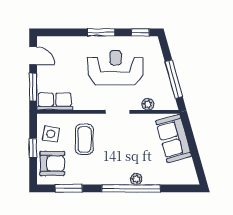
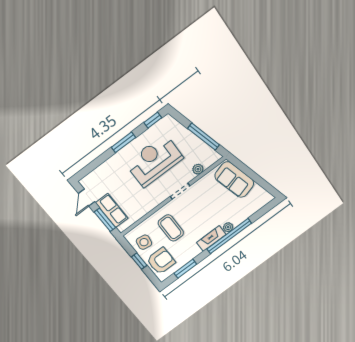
door: (33, 56) -> (87, 198), swing flipped
row of seats: (55, 102) -> (112, 210), moved, turned 90
fireplace: (113, 178) -> (211, 238), added

